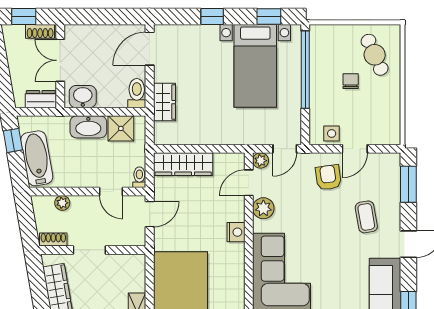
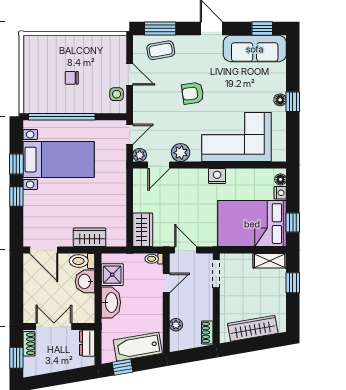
window: (269, 17) -> (16, 164), moved
cafe table: (375, 55) -> (49, 57), removed
double door: (60, 60) -> (54, 327), swing flipped
washbasin: (83, 97) -> (85, 281), moved
door: (285, 149) -> (130, 134), hinge flipped
wardrobe: (183, 164) -> (143, 230), width x0.67
armchair: (328, 177) -> (193, 93), moved
door: (249, 183) -> (159, 165), hinge flipped
coffee table: (366, 217) -> (161, 50), moved
nightstand: (236, 232) -> (217, 176), moved
doorway: (89, 250) -> (216, 274), moved

